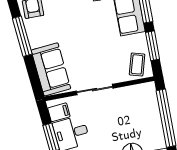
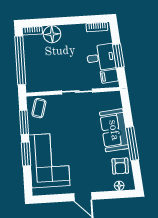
sofa: (51, 69) -> (114, 130), moved

